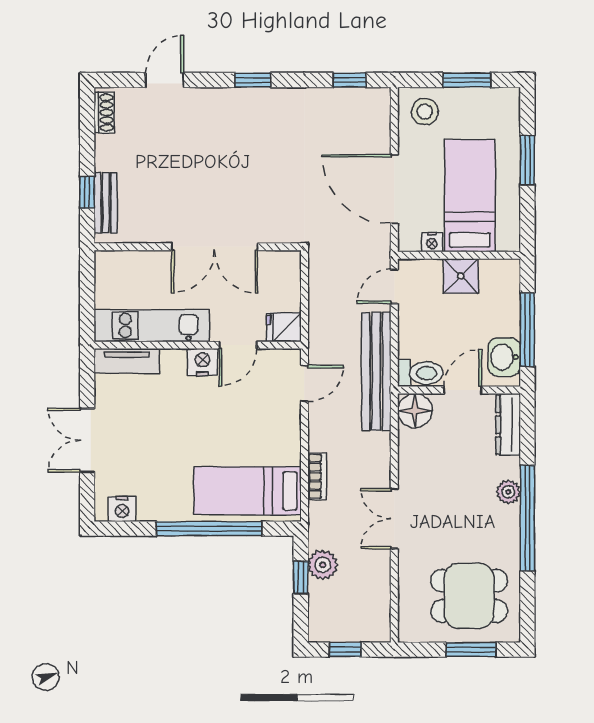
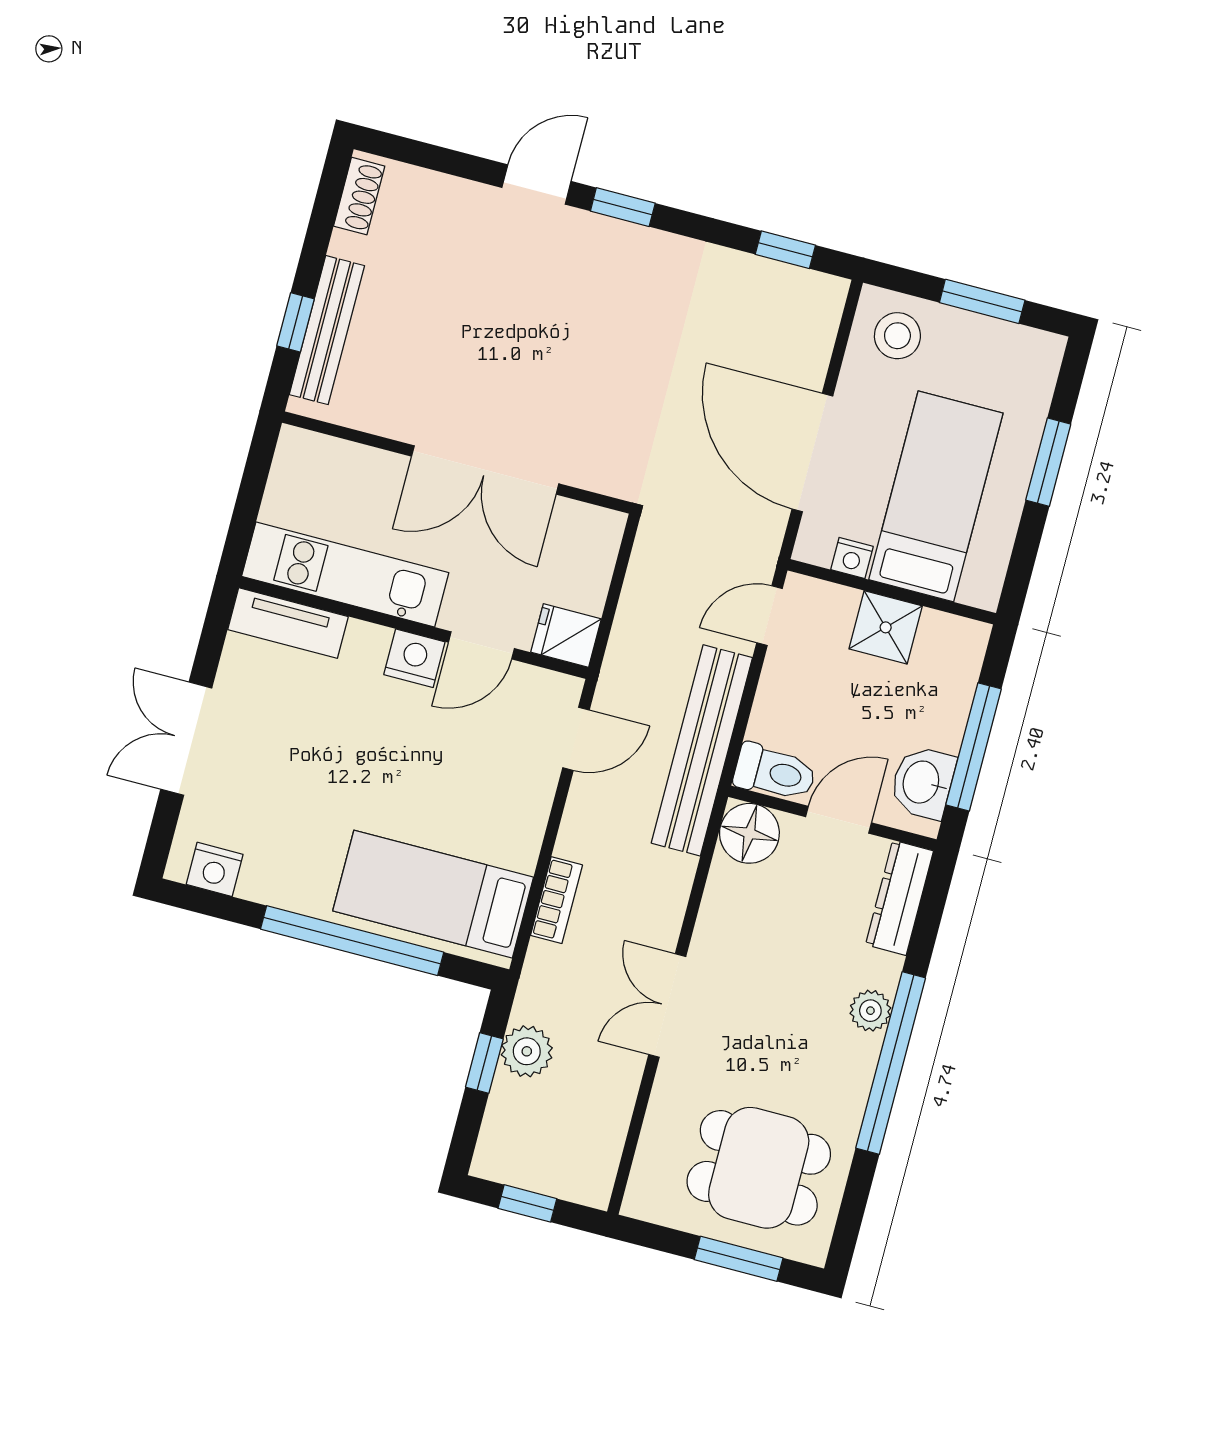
door: (165, 80) -> (536, 184), moved
bench: (106, 203) -> (327, 330), width x1.36

